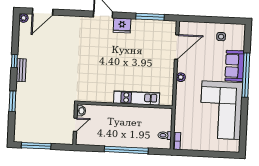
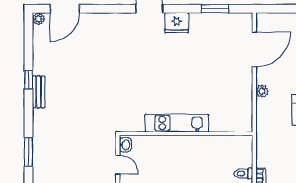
window: (150, 17) -> (215, 9), width x0.69
kitchen unit: (137, 98) -> (177, 123), moved
window: (12, 101) -> (29, 152), moved
door: (75, 125) -> (118, 165), hinge flipped

